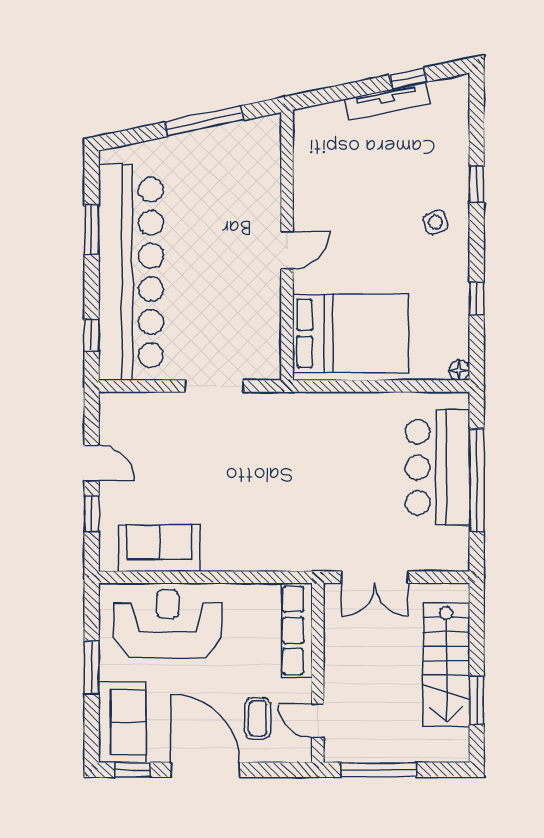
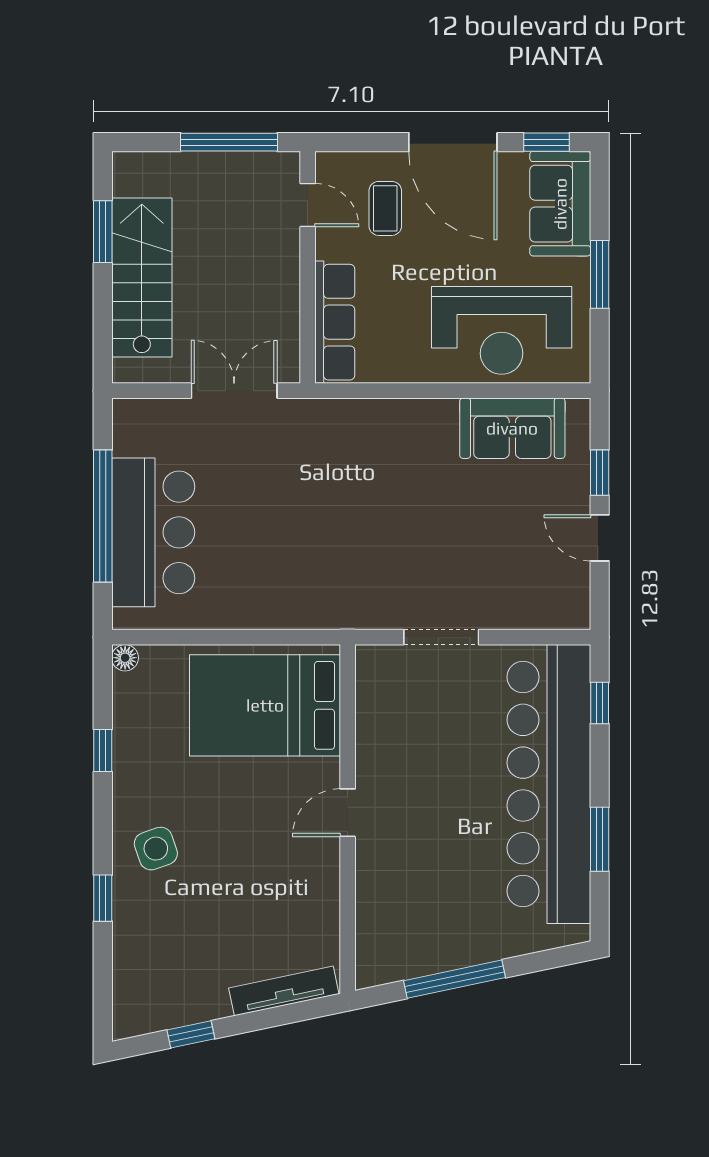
tv unit: (387, 101) -> (284, 991), moved
side table: (435, 222) -> (156, 849), width x1.37, depth x1.37

